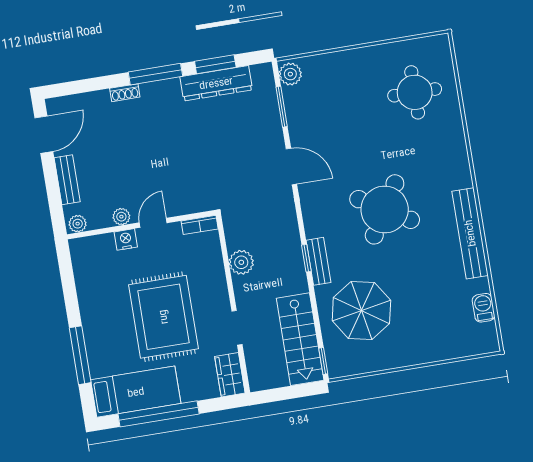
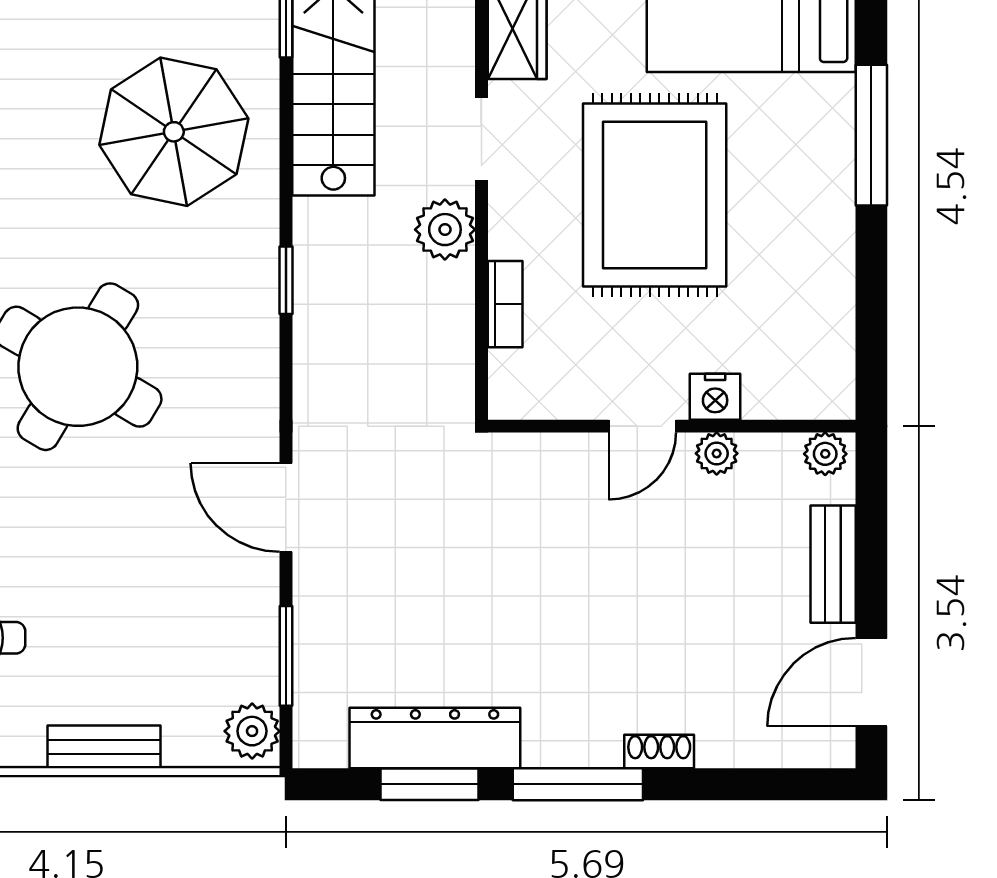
bookcase: (200, 225) -> (505, 304), moved, turned 90
bench: (318, 261) -> (104, 747), moved, turned 90
plant: (241, 262) -> (445, 230), moved

